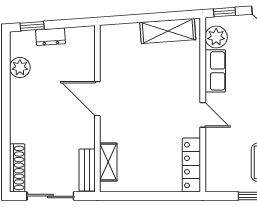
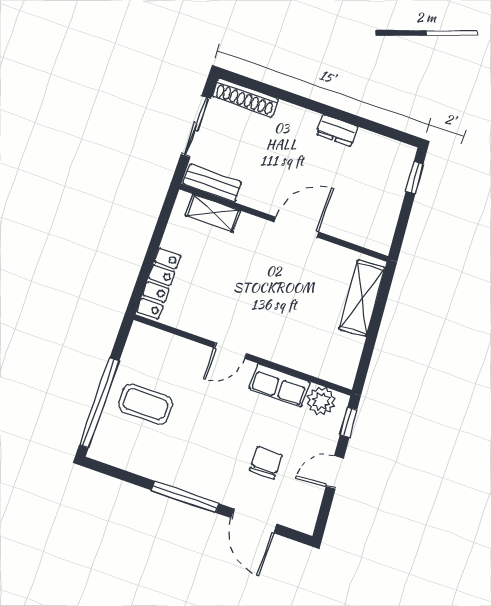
shelving: (168, 31) -> (362, 298), moved
dresser: (51, 37) -> (337, 131), moved, turned -86
plant: (20, 68) -> (369, 144), removed
locker: (191, 165) -> (159, 284), moved, turned 90

